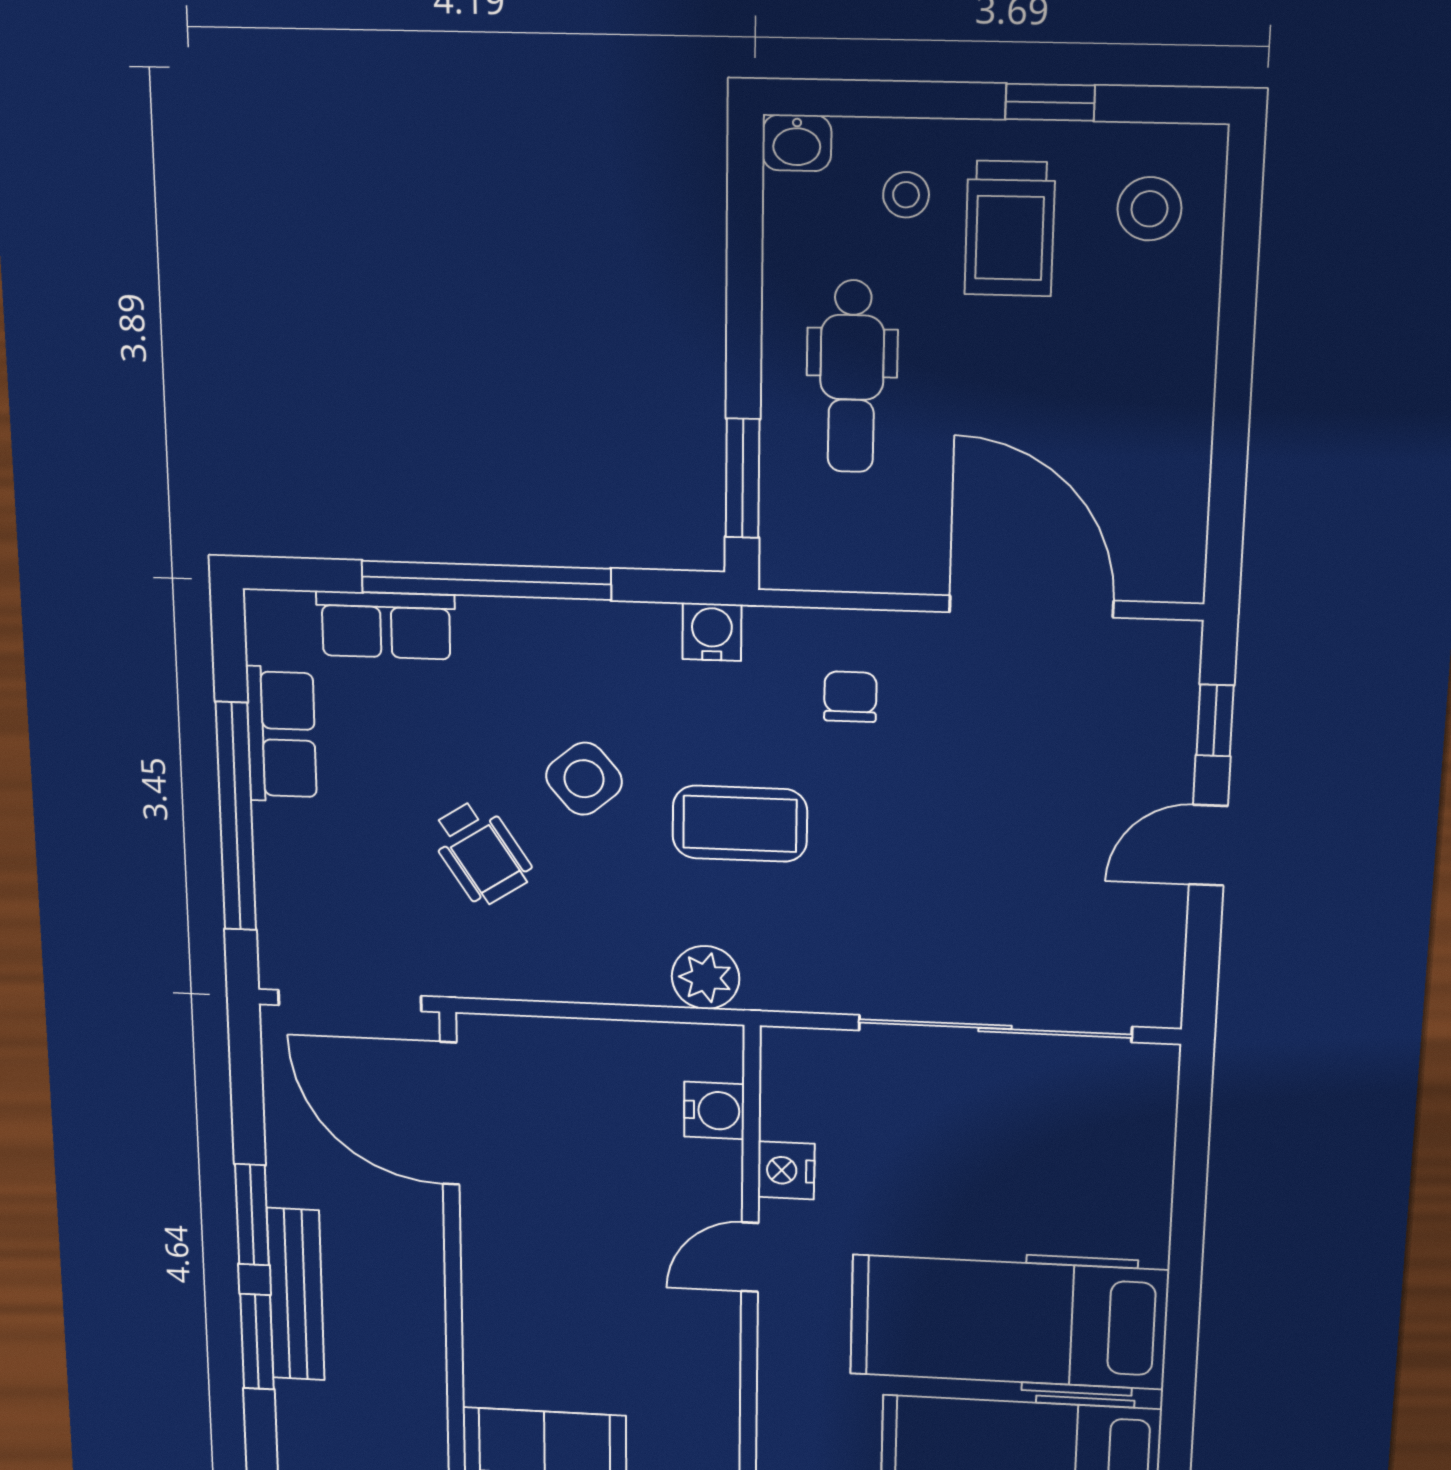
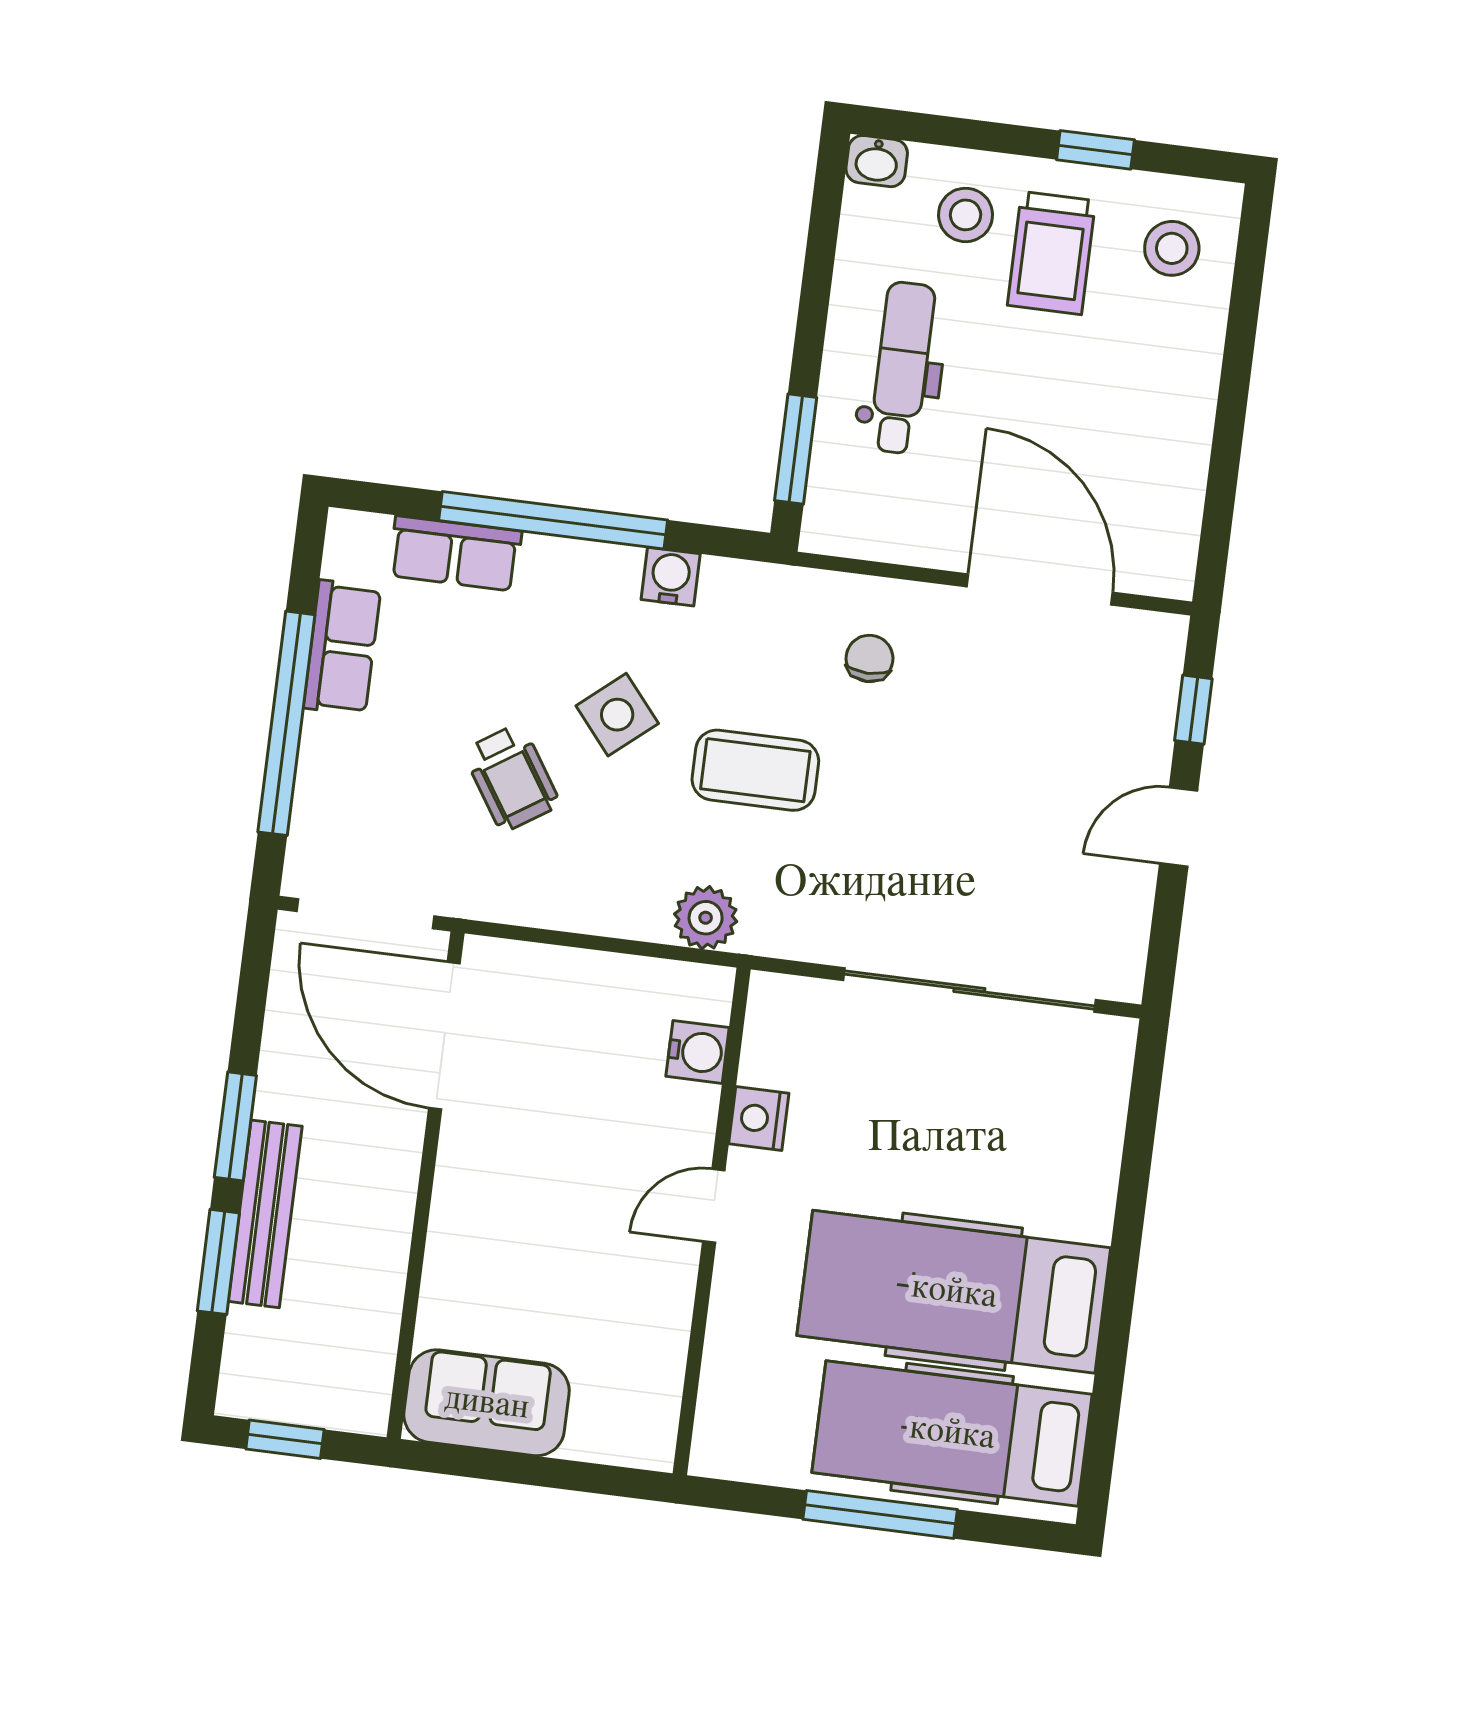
stool: (906, 195) -> (966, 215), width x1.37, depth x1.37
dental chair: (852, 377) -> (902, 368), turned 180
water cooler: (712, 632) -> (671, 577), moved

